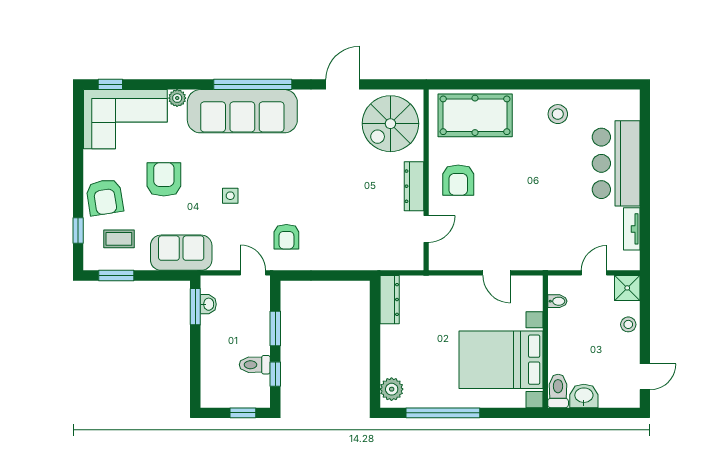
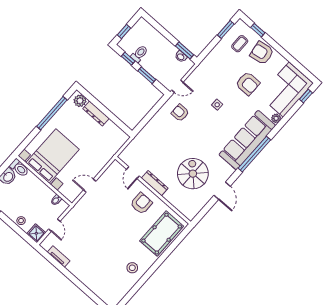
spiral stairs: (390, 124) -> (193, 174), moved
bar counter: (616, 163) -> (91, 274), removed
armchair: (458, 180) -> (141, 203), turned 90
sofa: (181, 253) -> (212, 64), removed
dresser: (390, 300) -> (96, 113), moved

